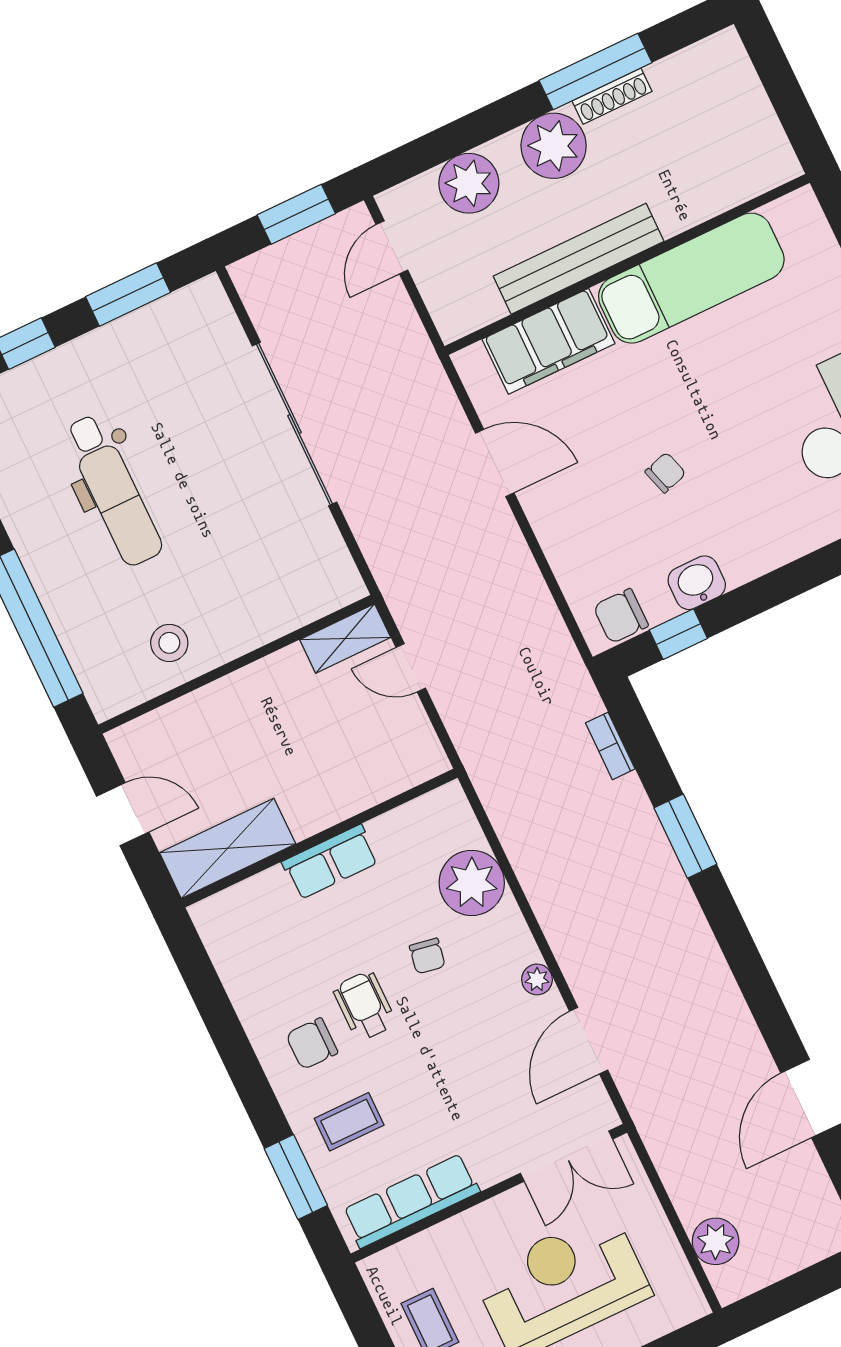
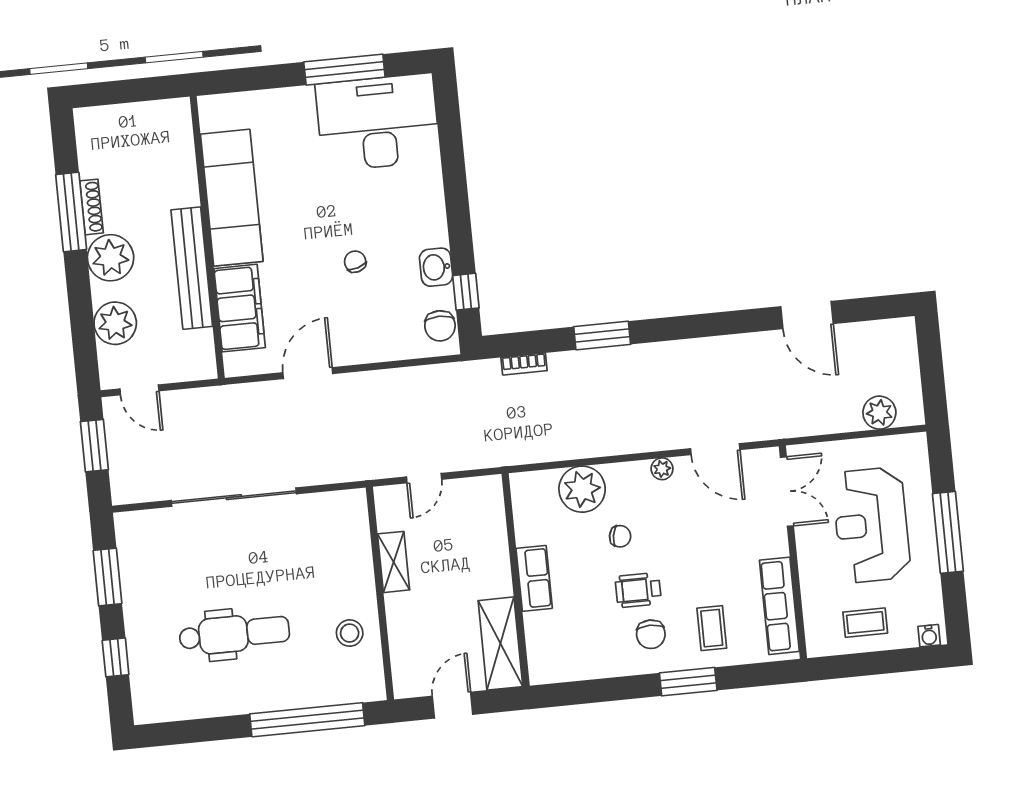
shelving: (345, 638) -> (394, 562), moved
window: (296, 1177) -> (688, 682), moved

